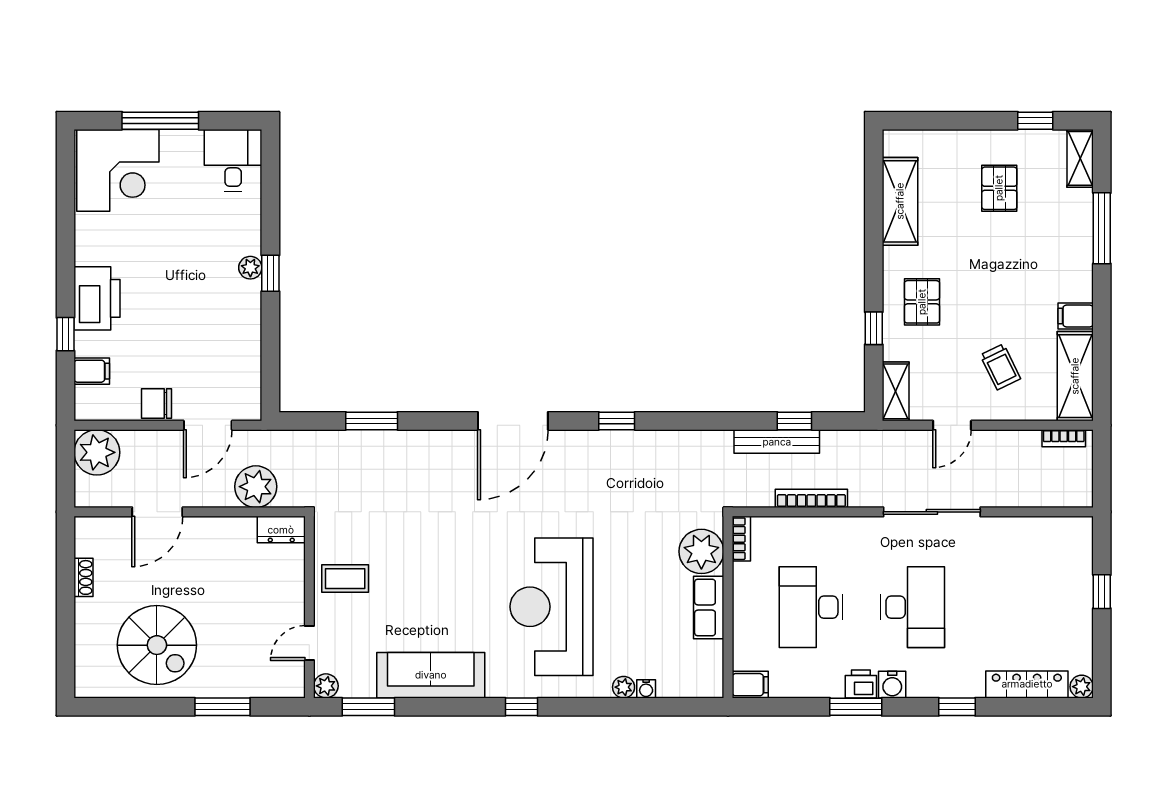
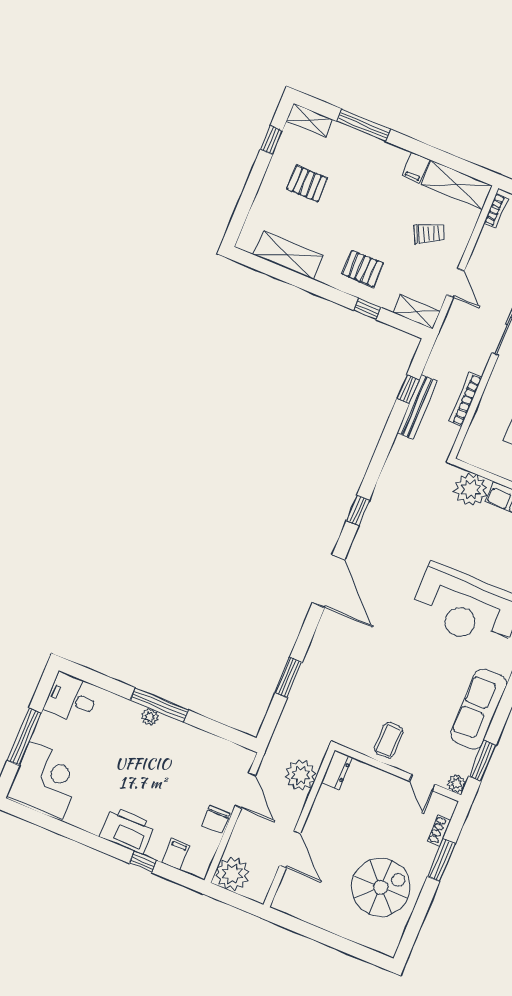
window: (270, 273) -> (159, 705), width x2.17
bookcase: (741, 539) -> (473, 459), removed
shoe rack: (83, 577) -> (439, 831), moved, turned -90

